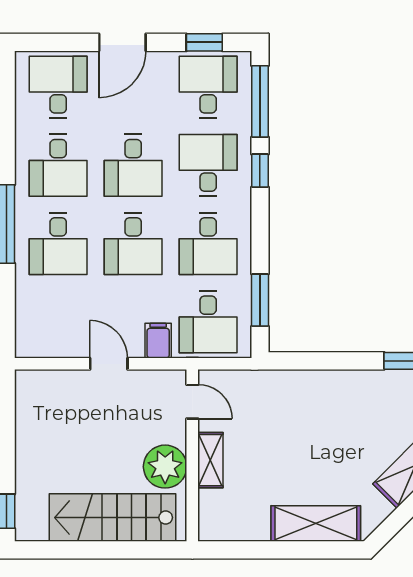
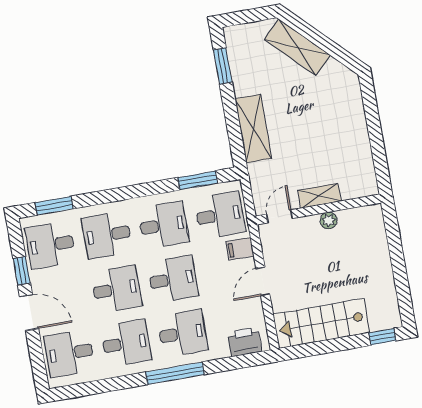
window: (204, 42) -> (22, 271), moved
window: (260, 101) -> (54, 206), width x0.69
window: (260, 171) -> (104, 197), removed
printer: (32, 325) -> (245, 342), added
plant: (165, 467) -> (329, 220), width x0.53, depth x0.53
stairs: (113, 518) -> (321, 323), moved, turned 90
shelving: (316, 524) -> (253, 129), moved

